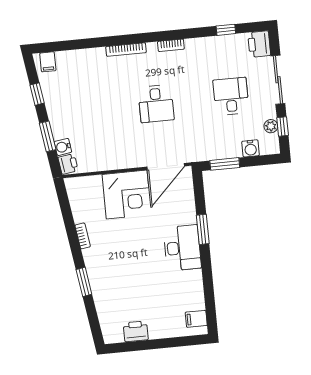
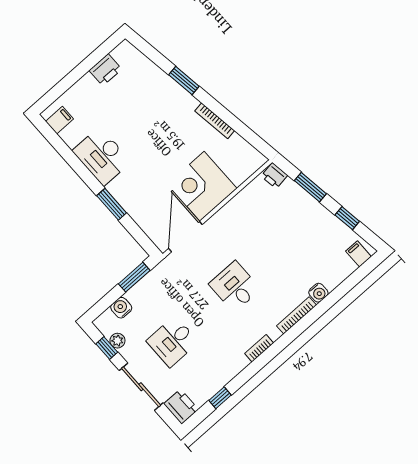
desk: (231, 96) -> (172, 342), turned 90
water cooler: (63, 147) -> (318, 293), moved, turned 98
bookcase: (83, 236) -> (215, 121), width x1.56
desk: (182, 248) -> (102, 156), moved

